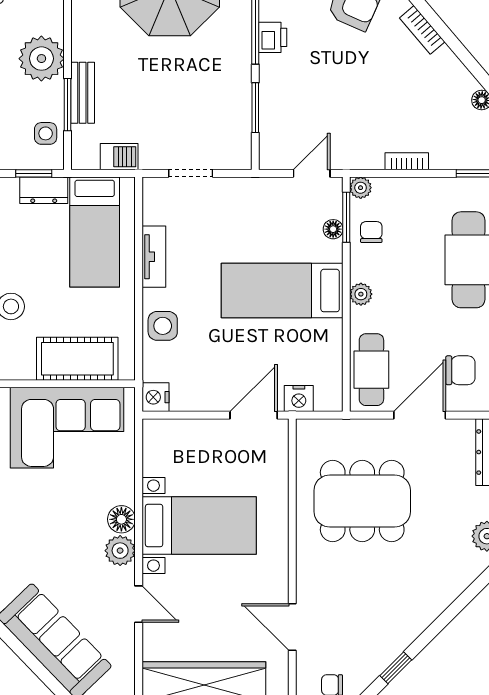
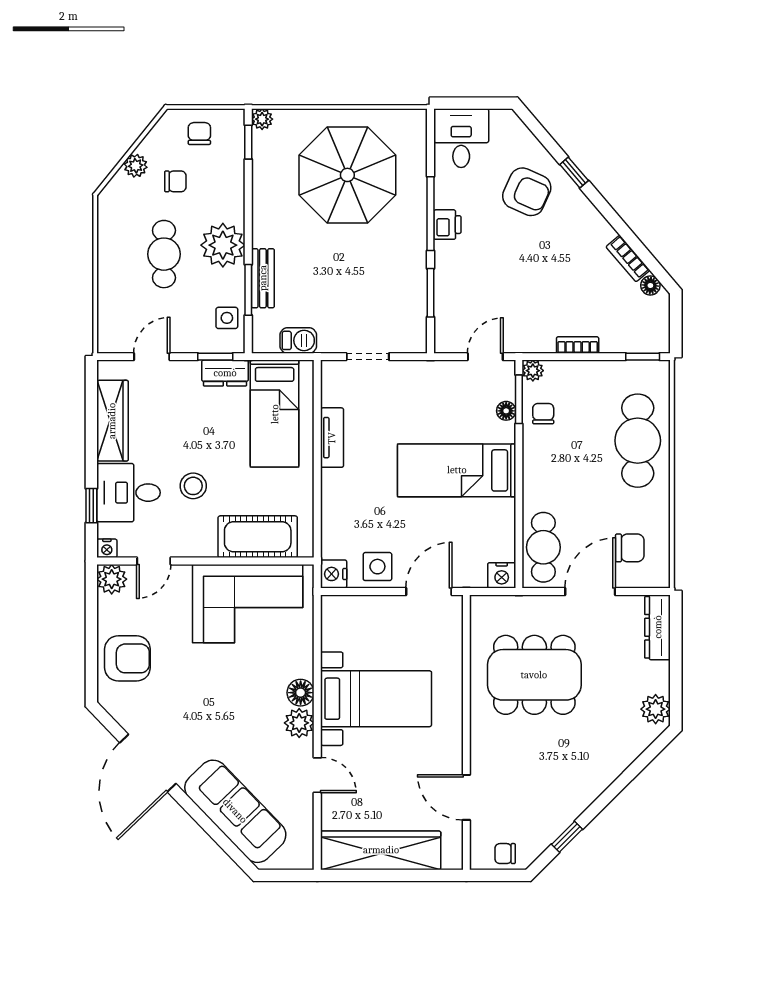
bookcase: (422, 30) -> (628, 259), moved
plant: (361, 294) -> (533, 474), removed
side table: (163, 326) -> (377, 567), moved
nightstand: (299, 399) -> (502, 575), moved

